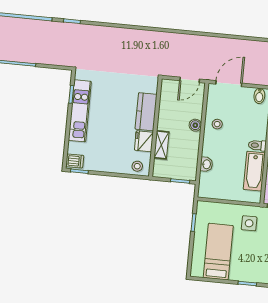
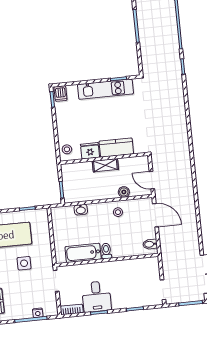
boiler: (195, 125) -> (124, 192), moved
shelving: (161, 145) -> (105, 165), moved
side table: (249, 223) -> (24, 263), moved

